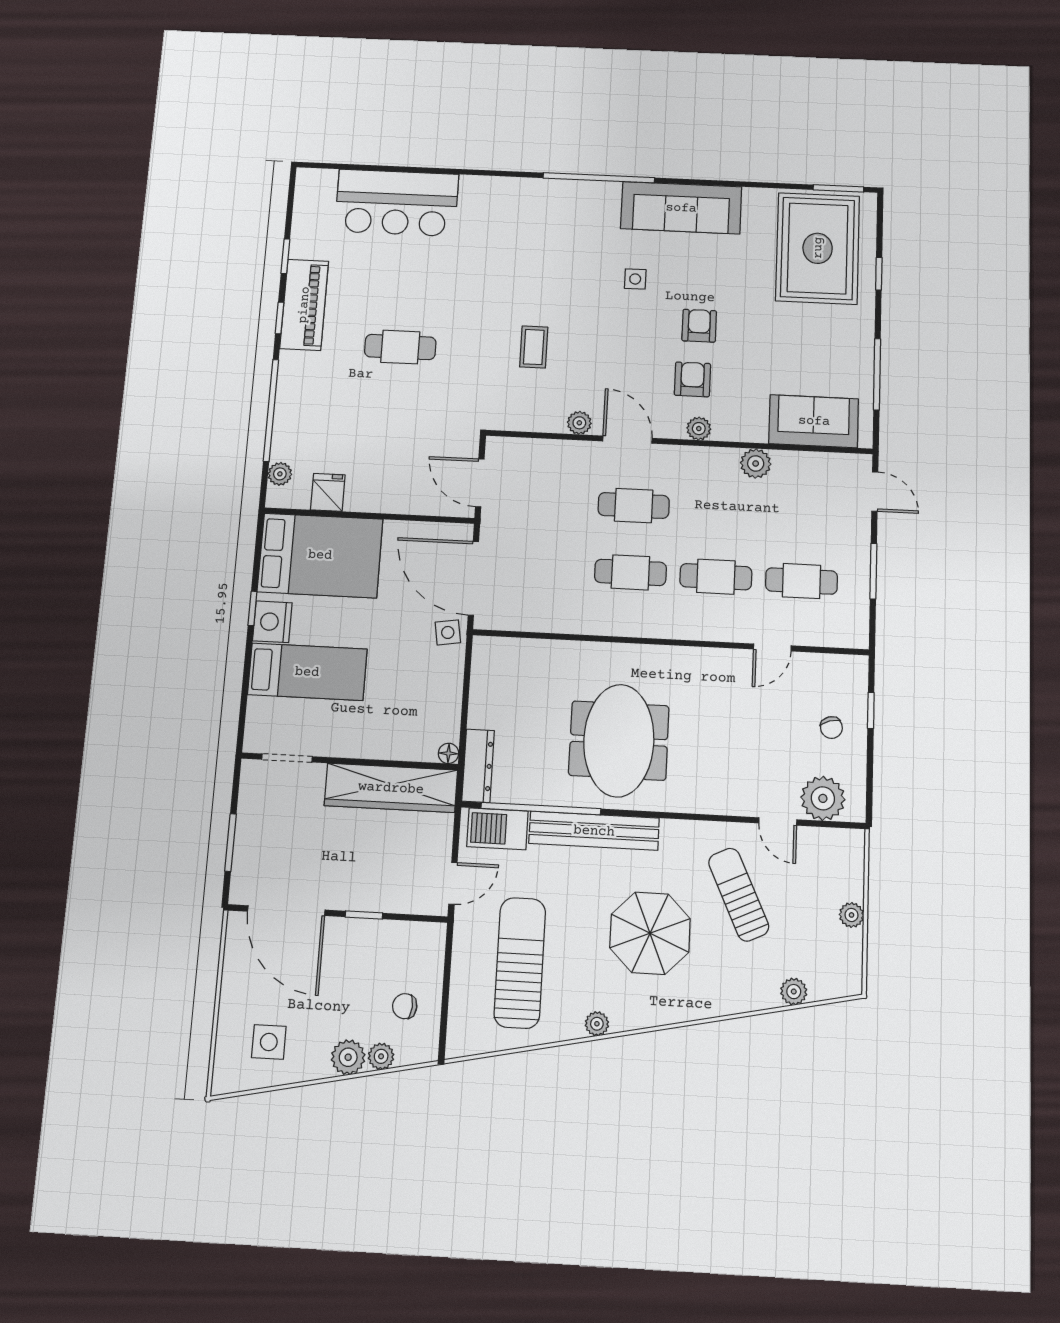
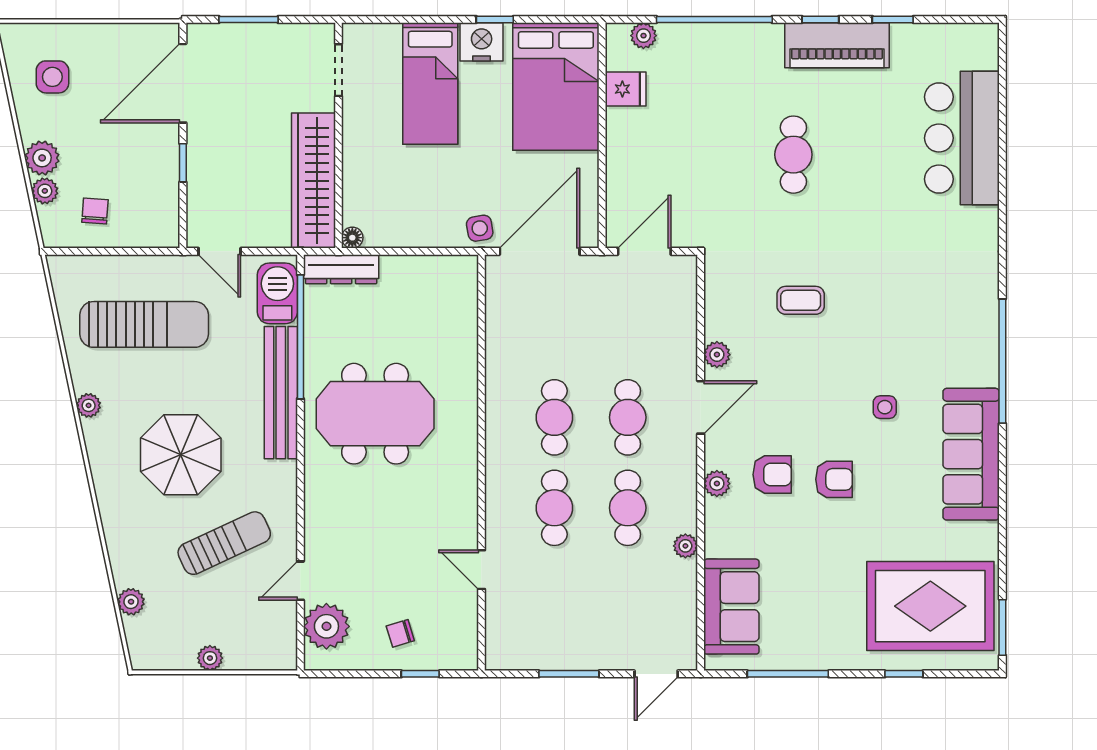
plant: (756, 463) -> (685, 546), width x0.73, depth x0.73
cafe table: (801, 581) -> (628, 508), moved

